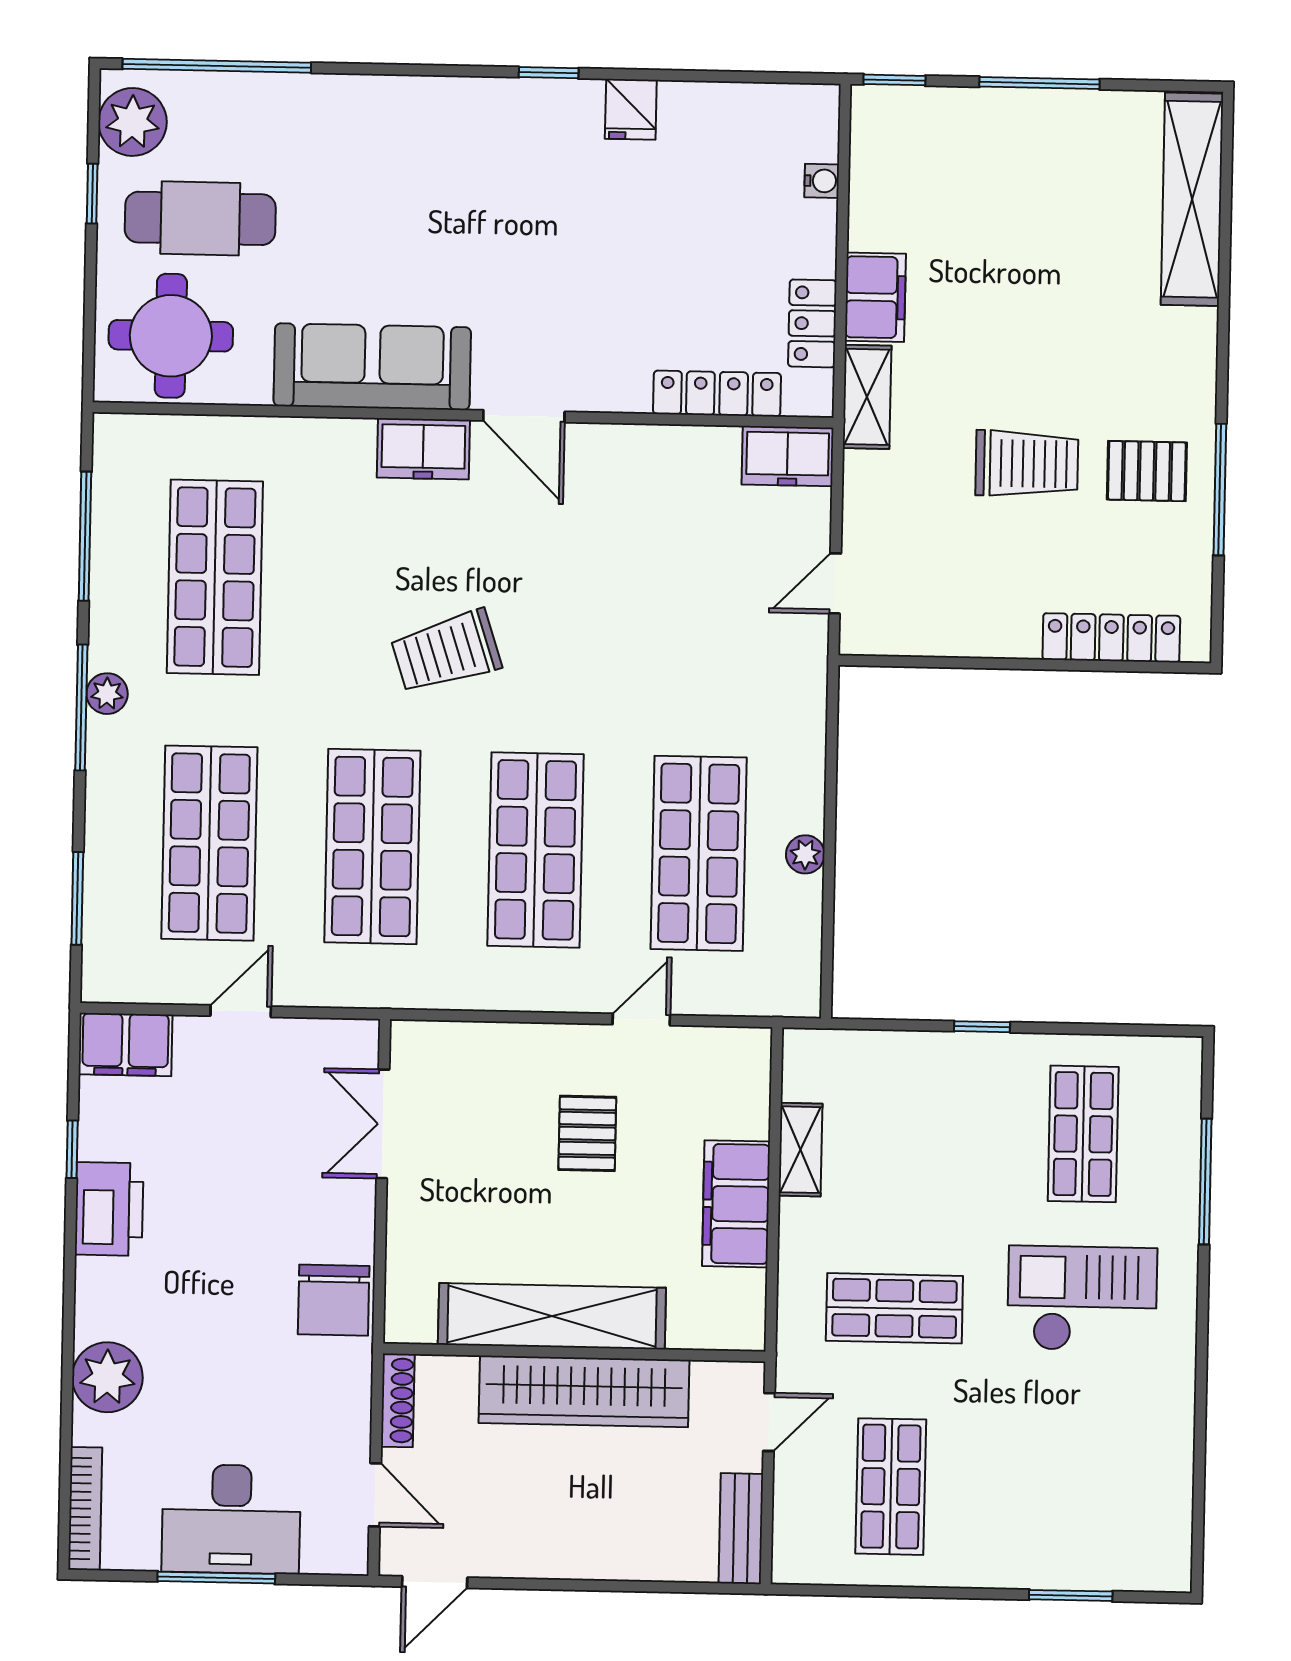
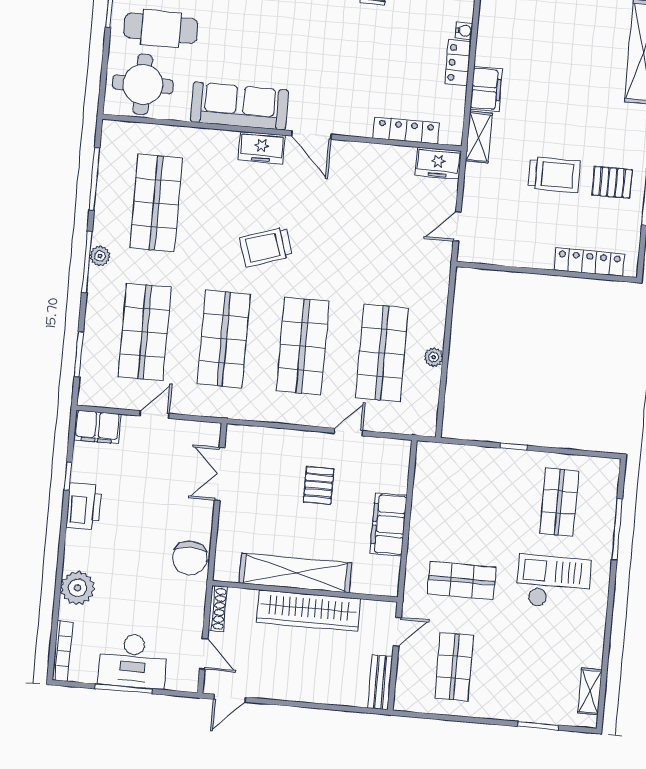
locker: (812, 323) -> (458, 63), moved
shelving: (801, 1150) -> (590, 691), moved

